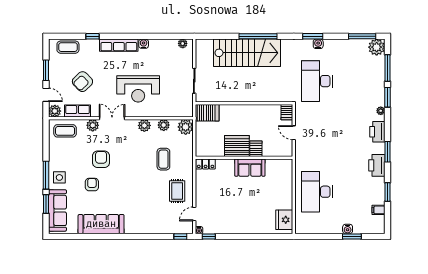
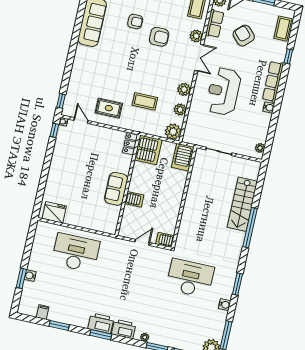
water cooler: (318, 44) -> (225, 305), moved
stairs: (247, 53) -> (242, 204), width x0.73, depth x0.66
server rack: (237, 146) -> (148, 150), moved
printer: (377, 165) -> (101, 323), moved

